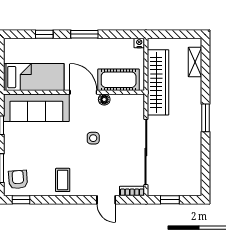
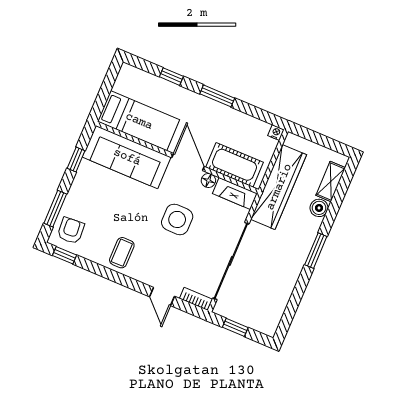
boiler: (195, 85) -> (319, 208), added
fireplace: (128, 101) -> (235, 194), added
side table: (93, 138) -> (177, 219), width x1.87, depth x1.87

